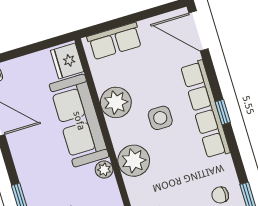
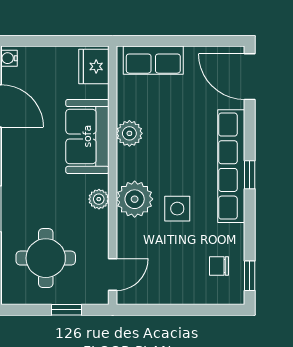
plant: (116, 102) -> (129, 133), width x0.73, depth x0.73
side table: (160, 118) -> (177, 209), moved
sofa: (79, 121) -> (87, 136), width x0.73

